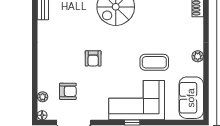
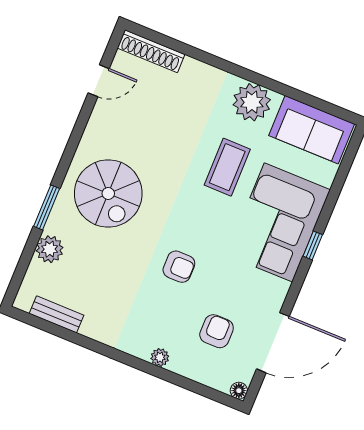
plant: (198, 56) -> (252, 102), width x1.87, depth x1.87
plant: (43, 97) -> (160, 357), moved

